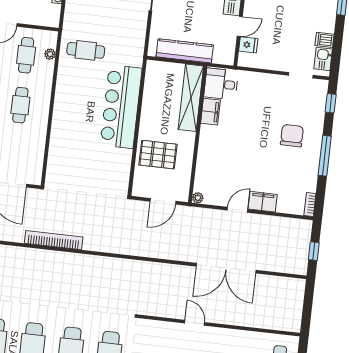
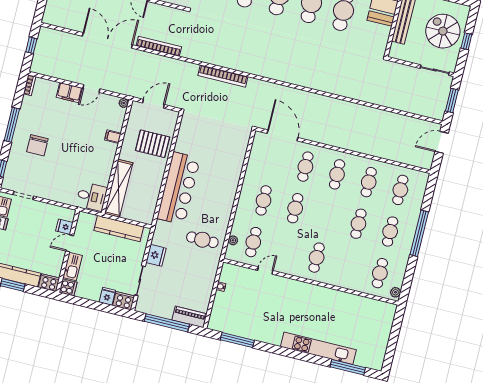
fridge: (137, 25) -> (156, 255), added
filing cabinet: (210, 112) -> (113, 137), moved, width x0.50
bookcase: (54, 240) -> (223, 76), moved
bookcase: (165, 269) -> (159, 46), added

